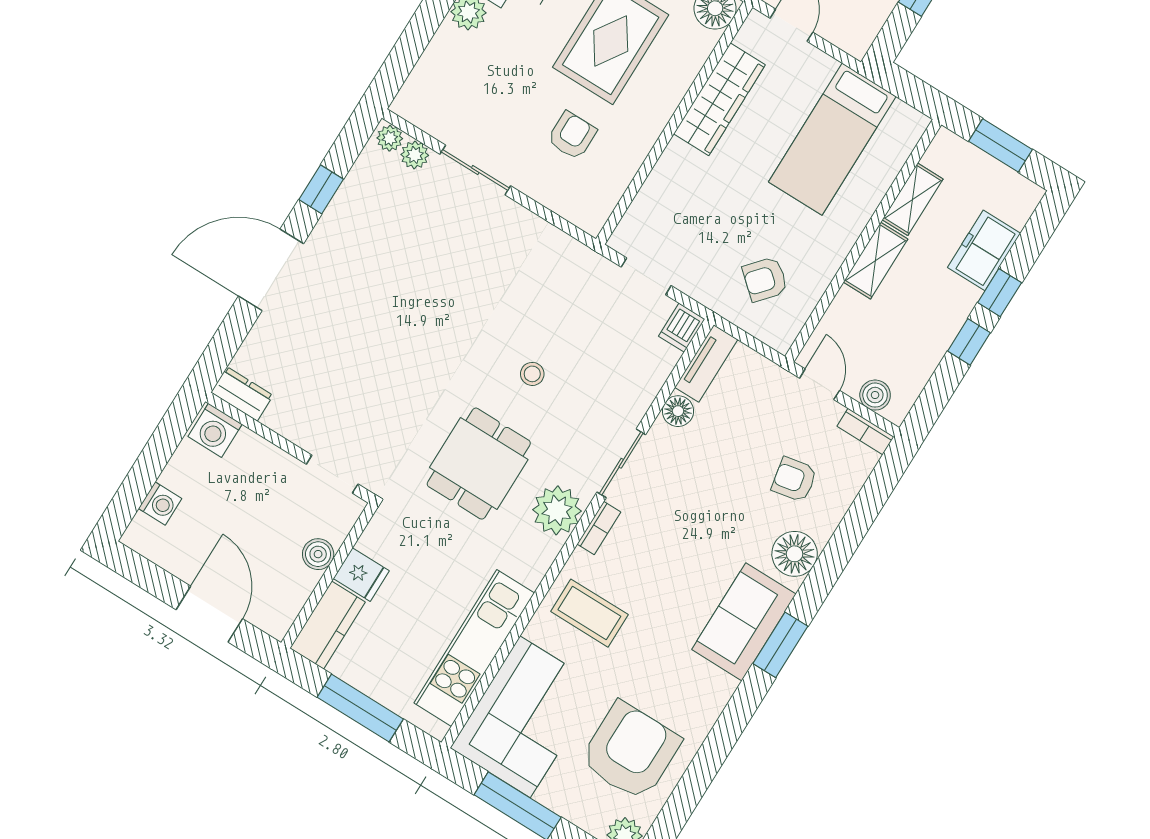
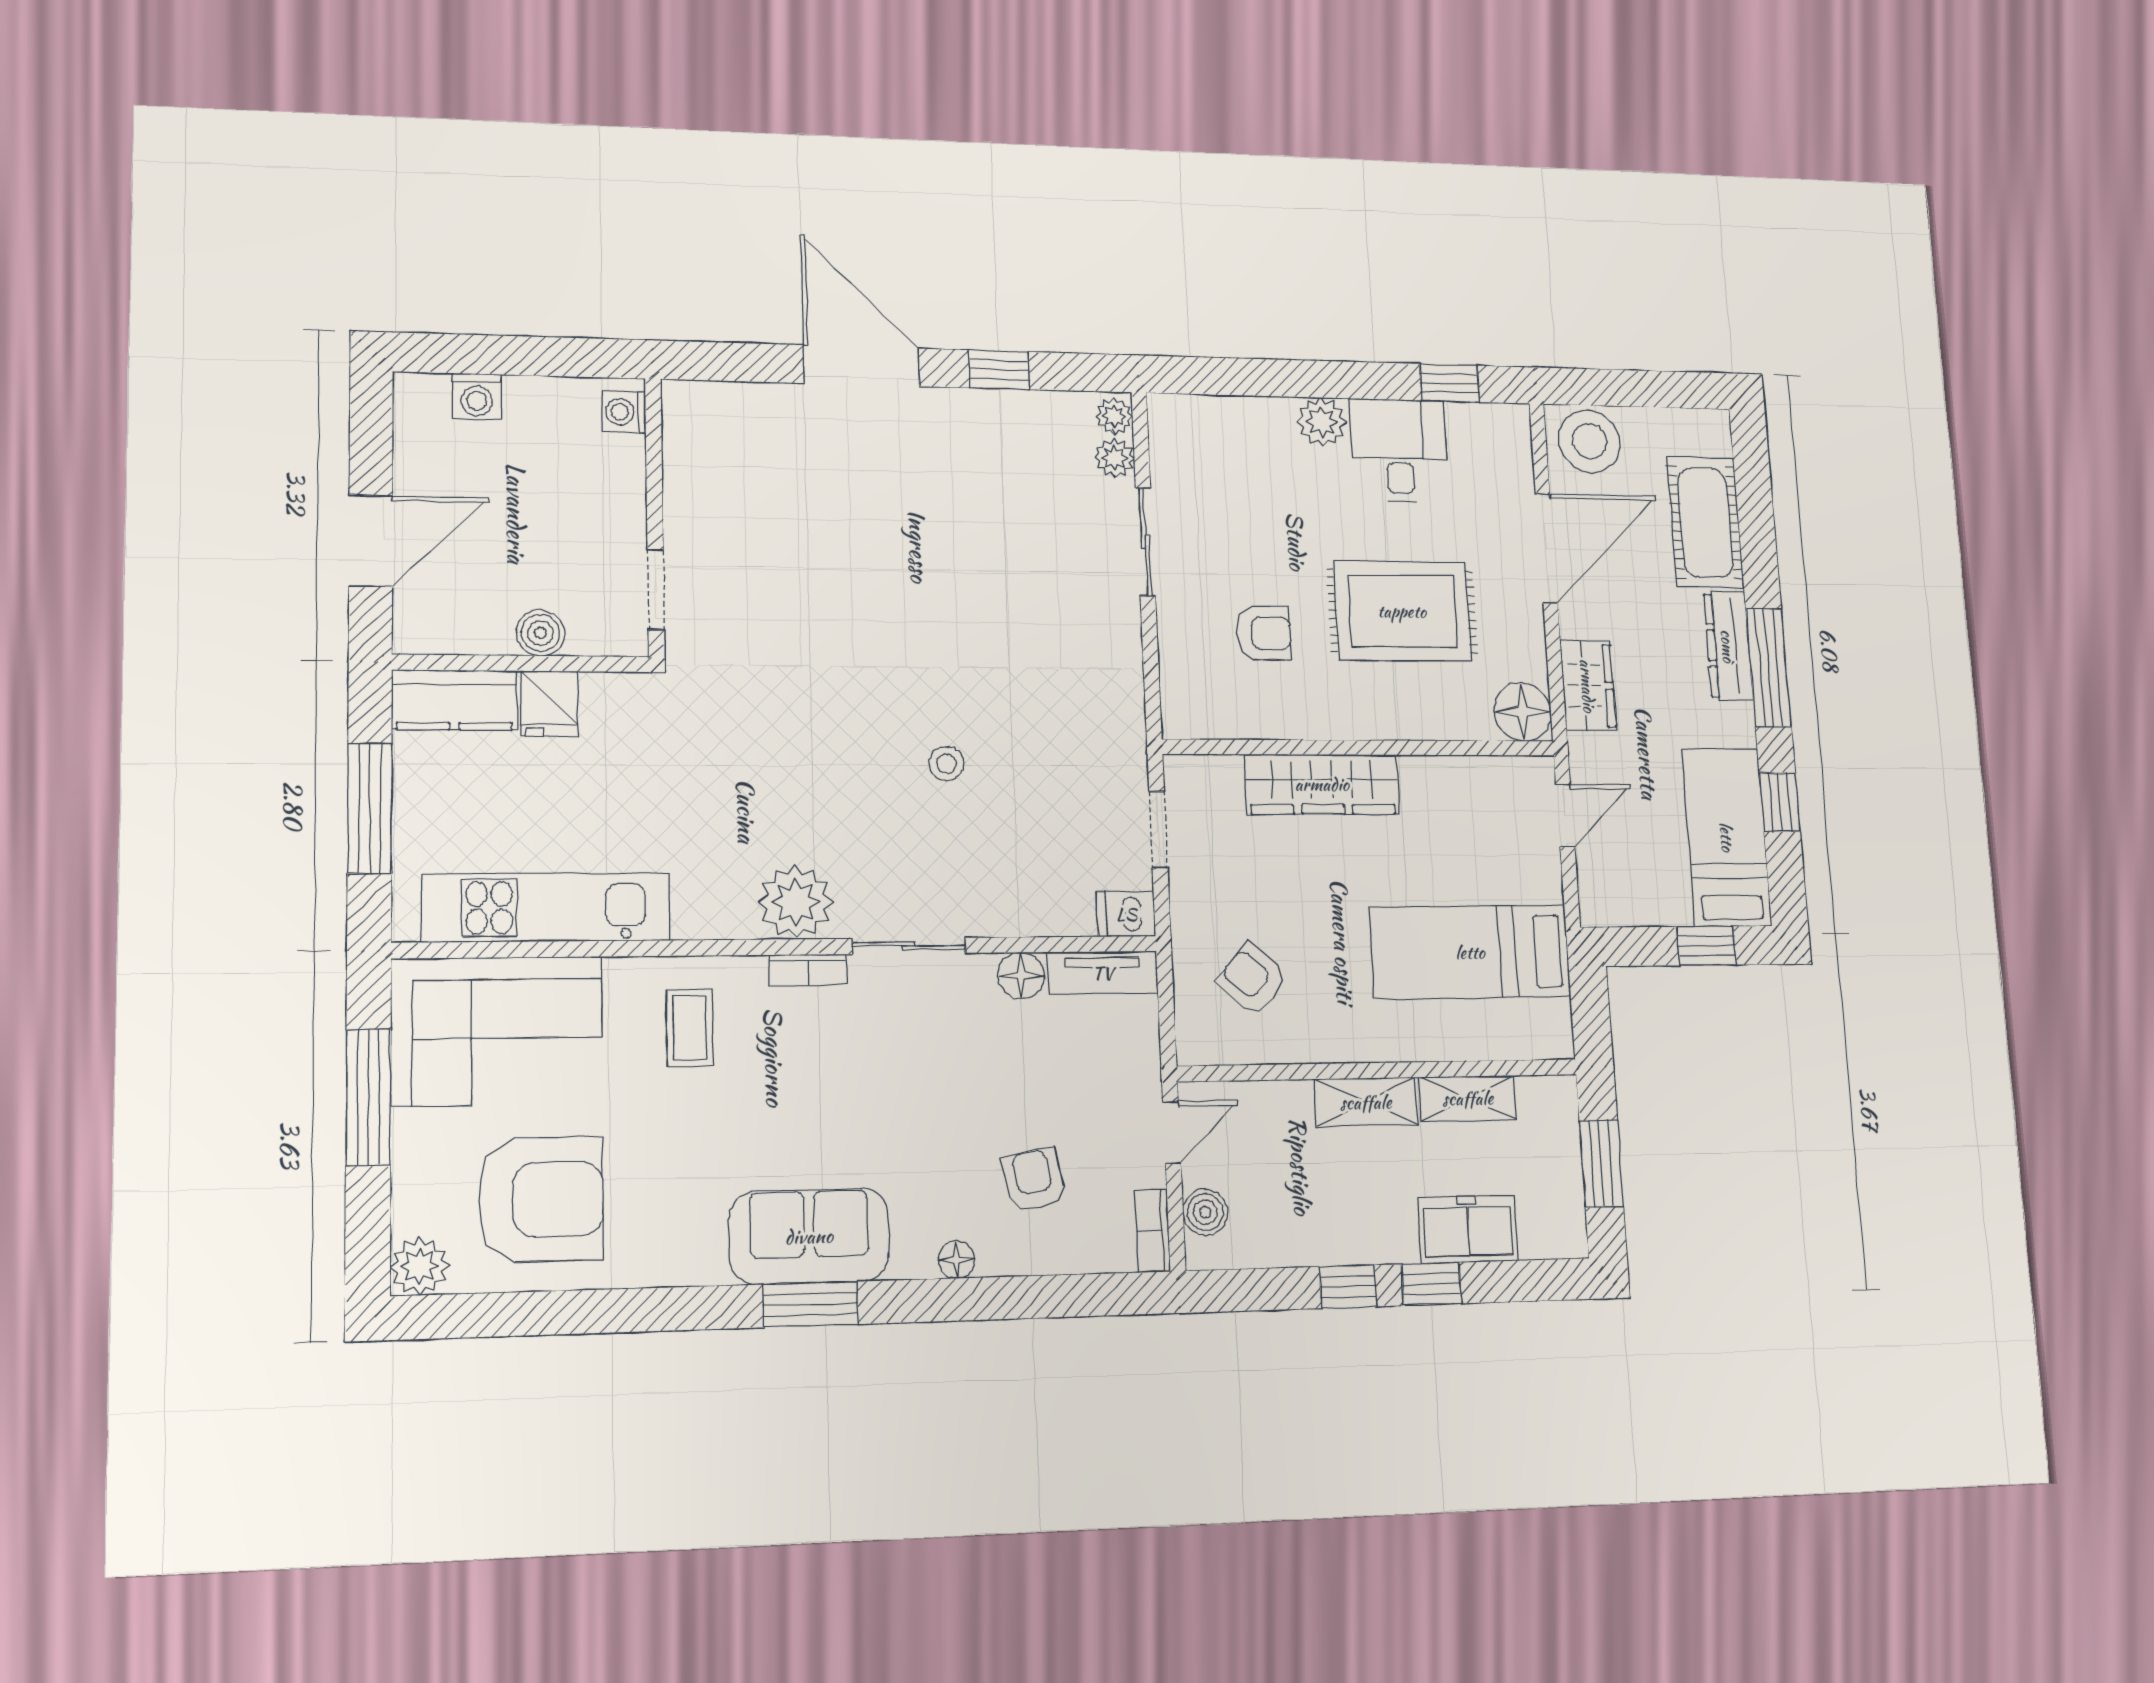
wardrobe: (719, 99) -> (1322, 784), moved
dresser: (242, 394) -> (684, 419), removed
washing machine: (215, 430) -> (624, 412), width x0.73, depth x0.73
dining table: (479, 464) -> (790, 766), removed
floor lamp: (795, 554) -> (957, 1260), width x0.53, depth x0.53
coffee table: (589, 613) -> (690, 1028), width x0.73, depth x0.77

